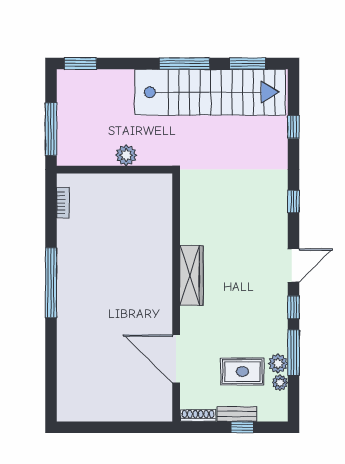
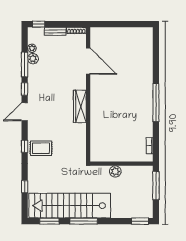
rug: (242, 372) -> (41, 148), moved
window: (242, 427) -> (39, 24), moved

